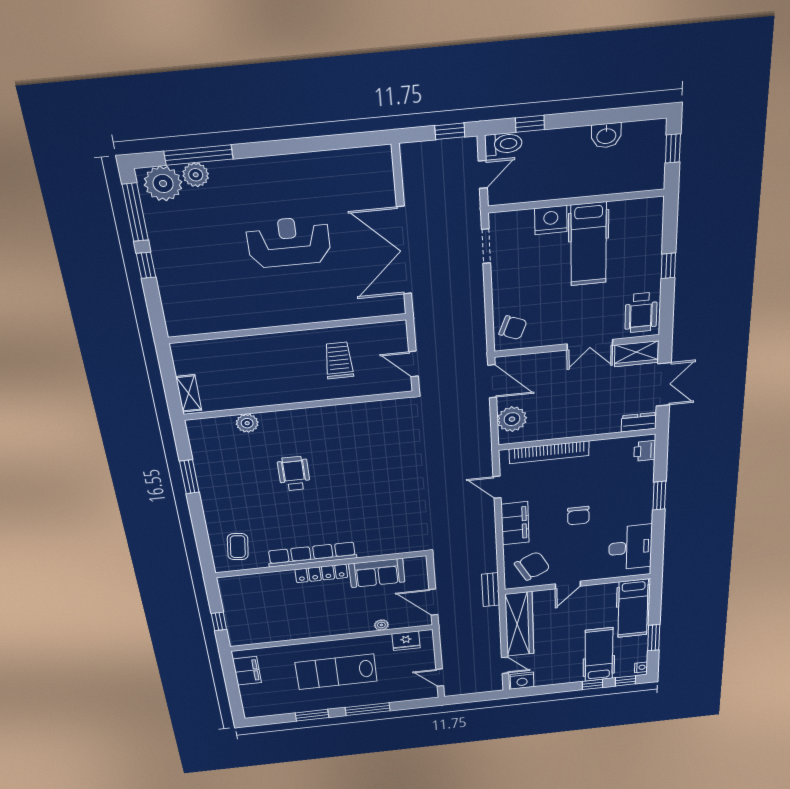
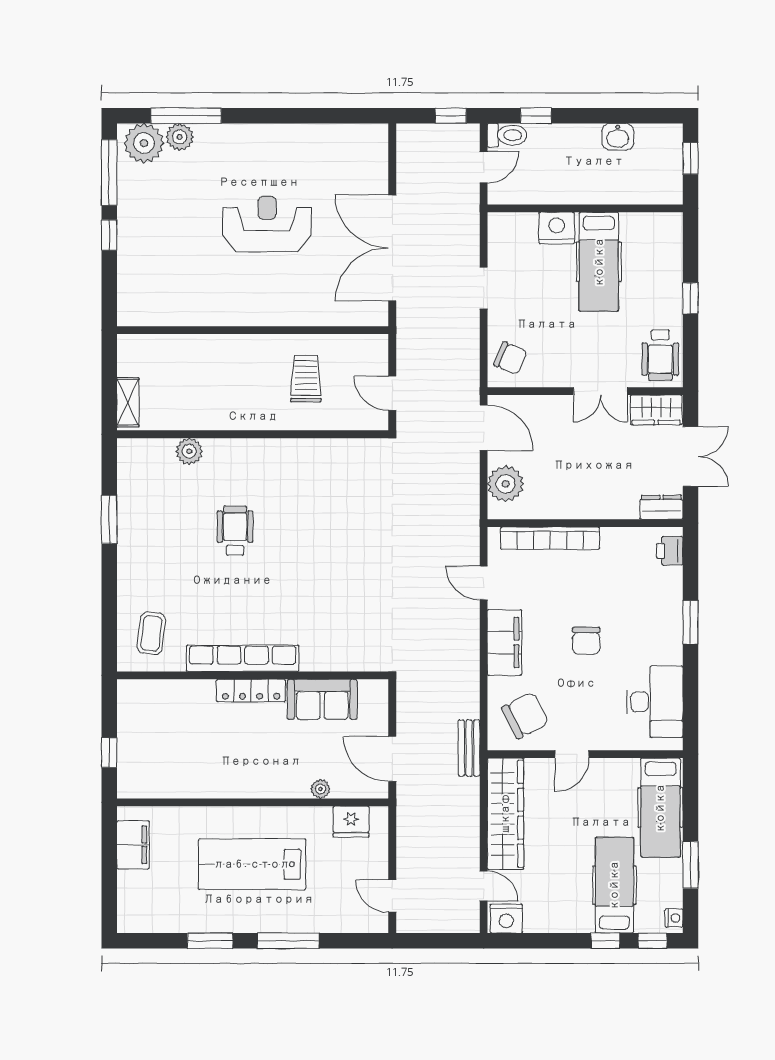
doorway: (486, 246) -> (484, 288), moved

